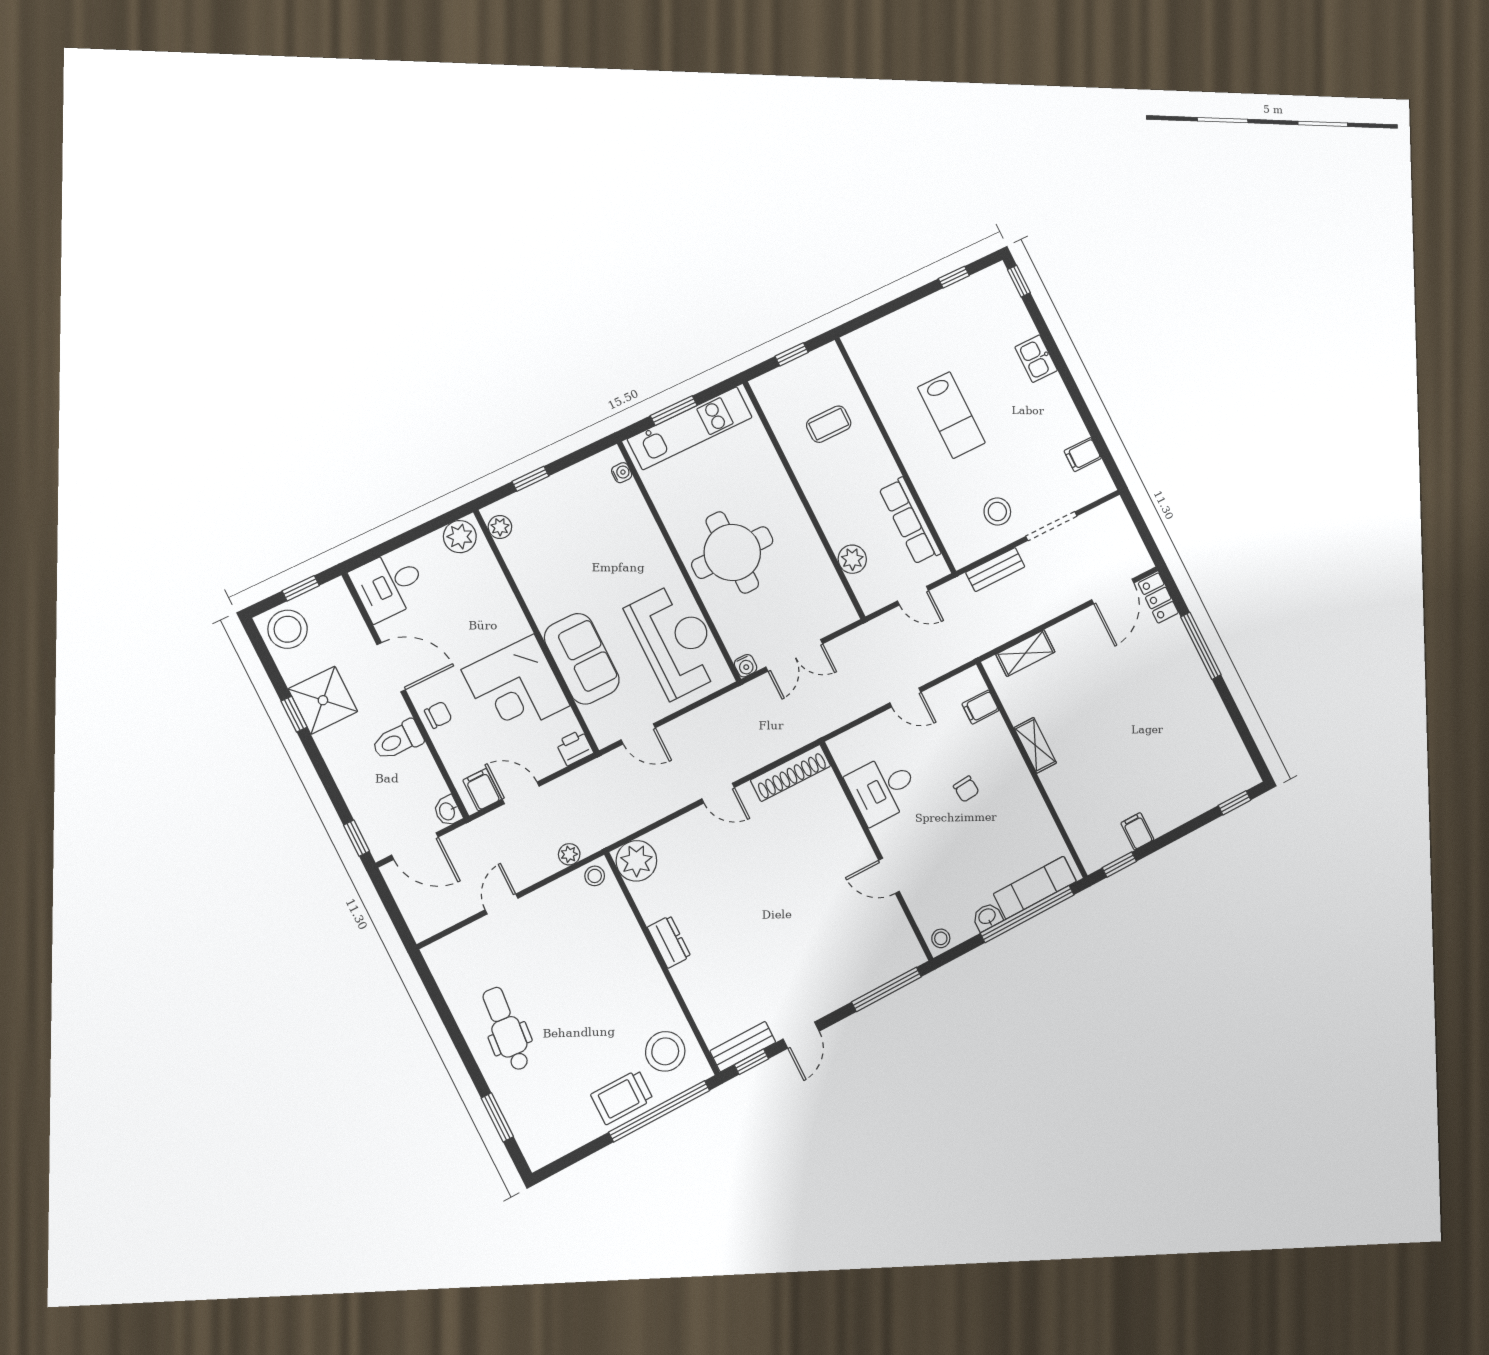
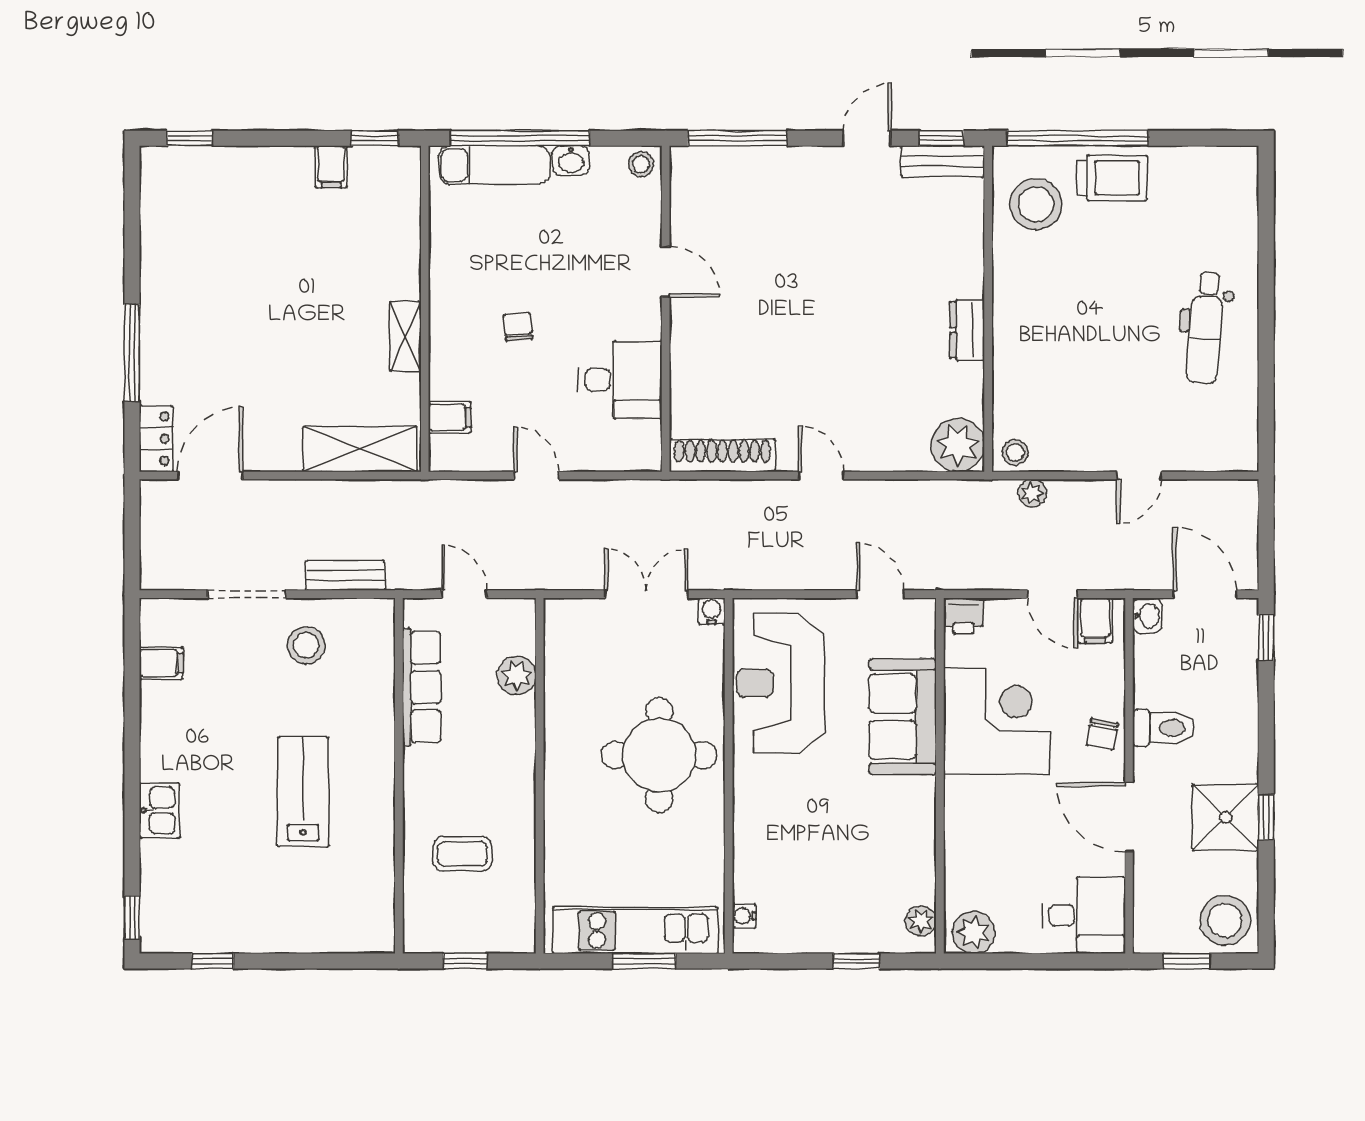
shelving: (1025, 653) -> (360, 449), width x1.50, depth x1.33
chair: (438, 715) -> (1102, 734), turned -80
window: (497, 1117) -> (1266, 231), removed

